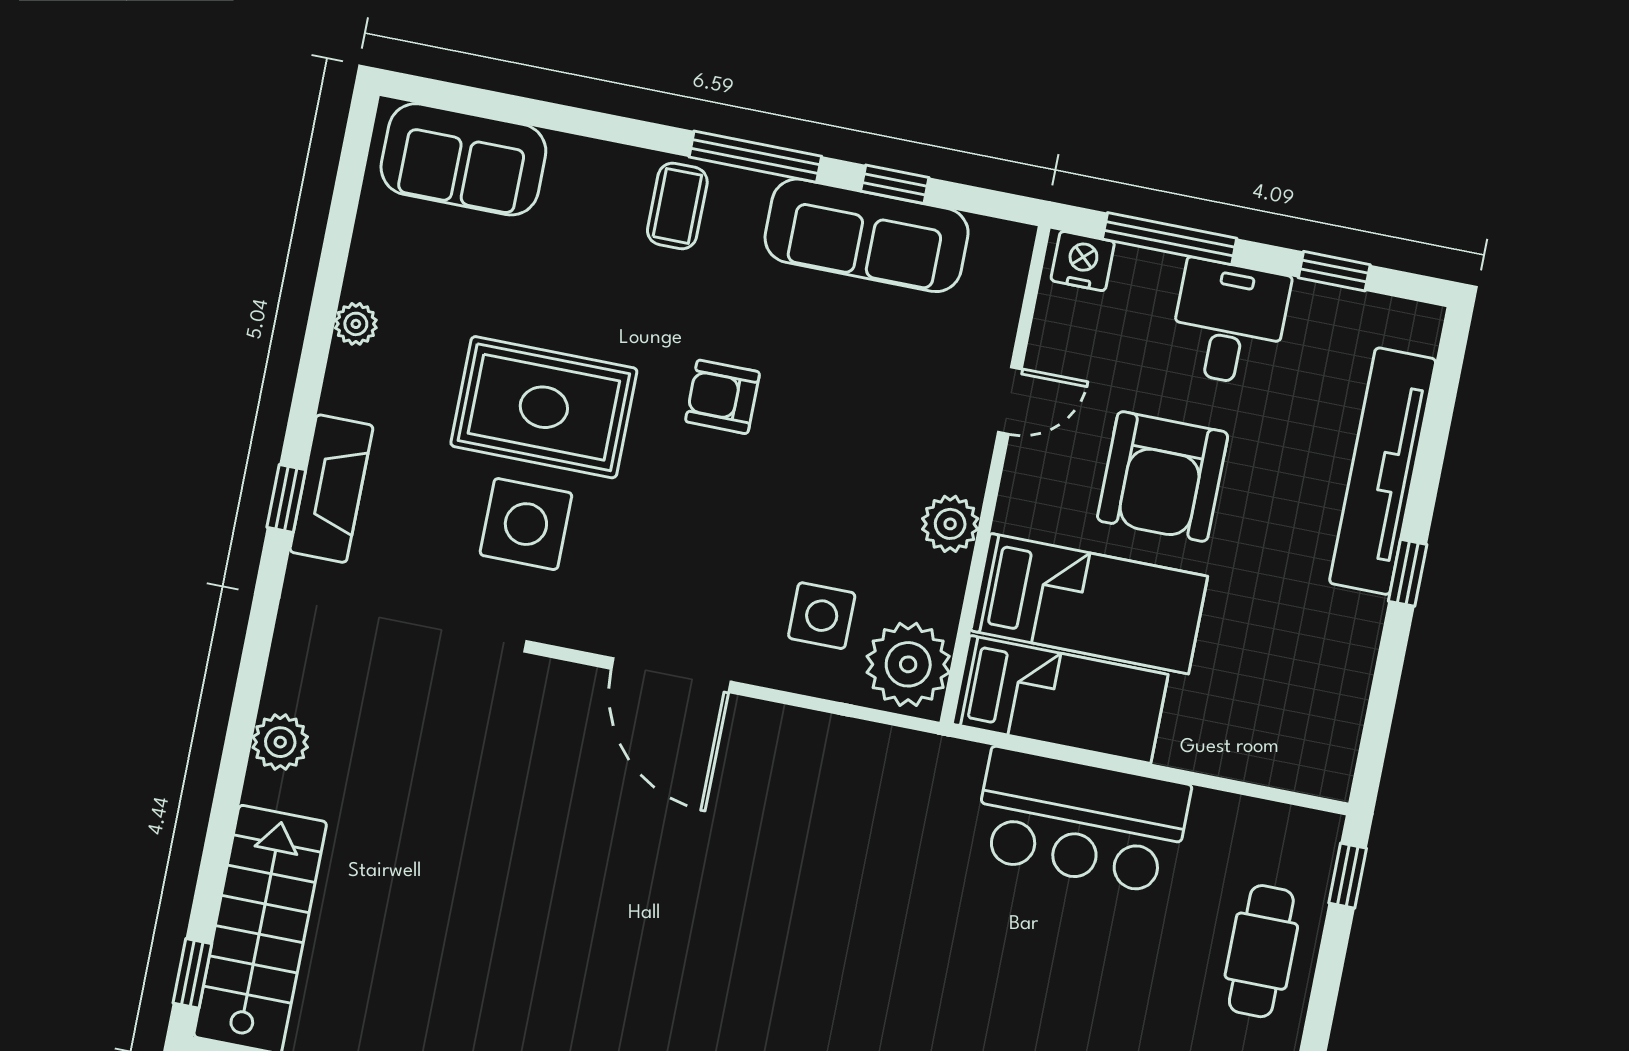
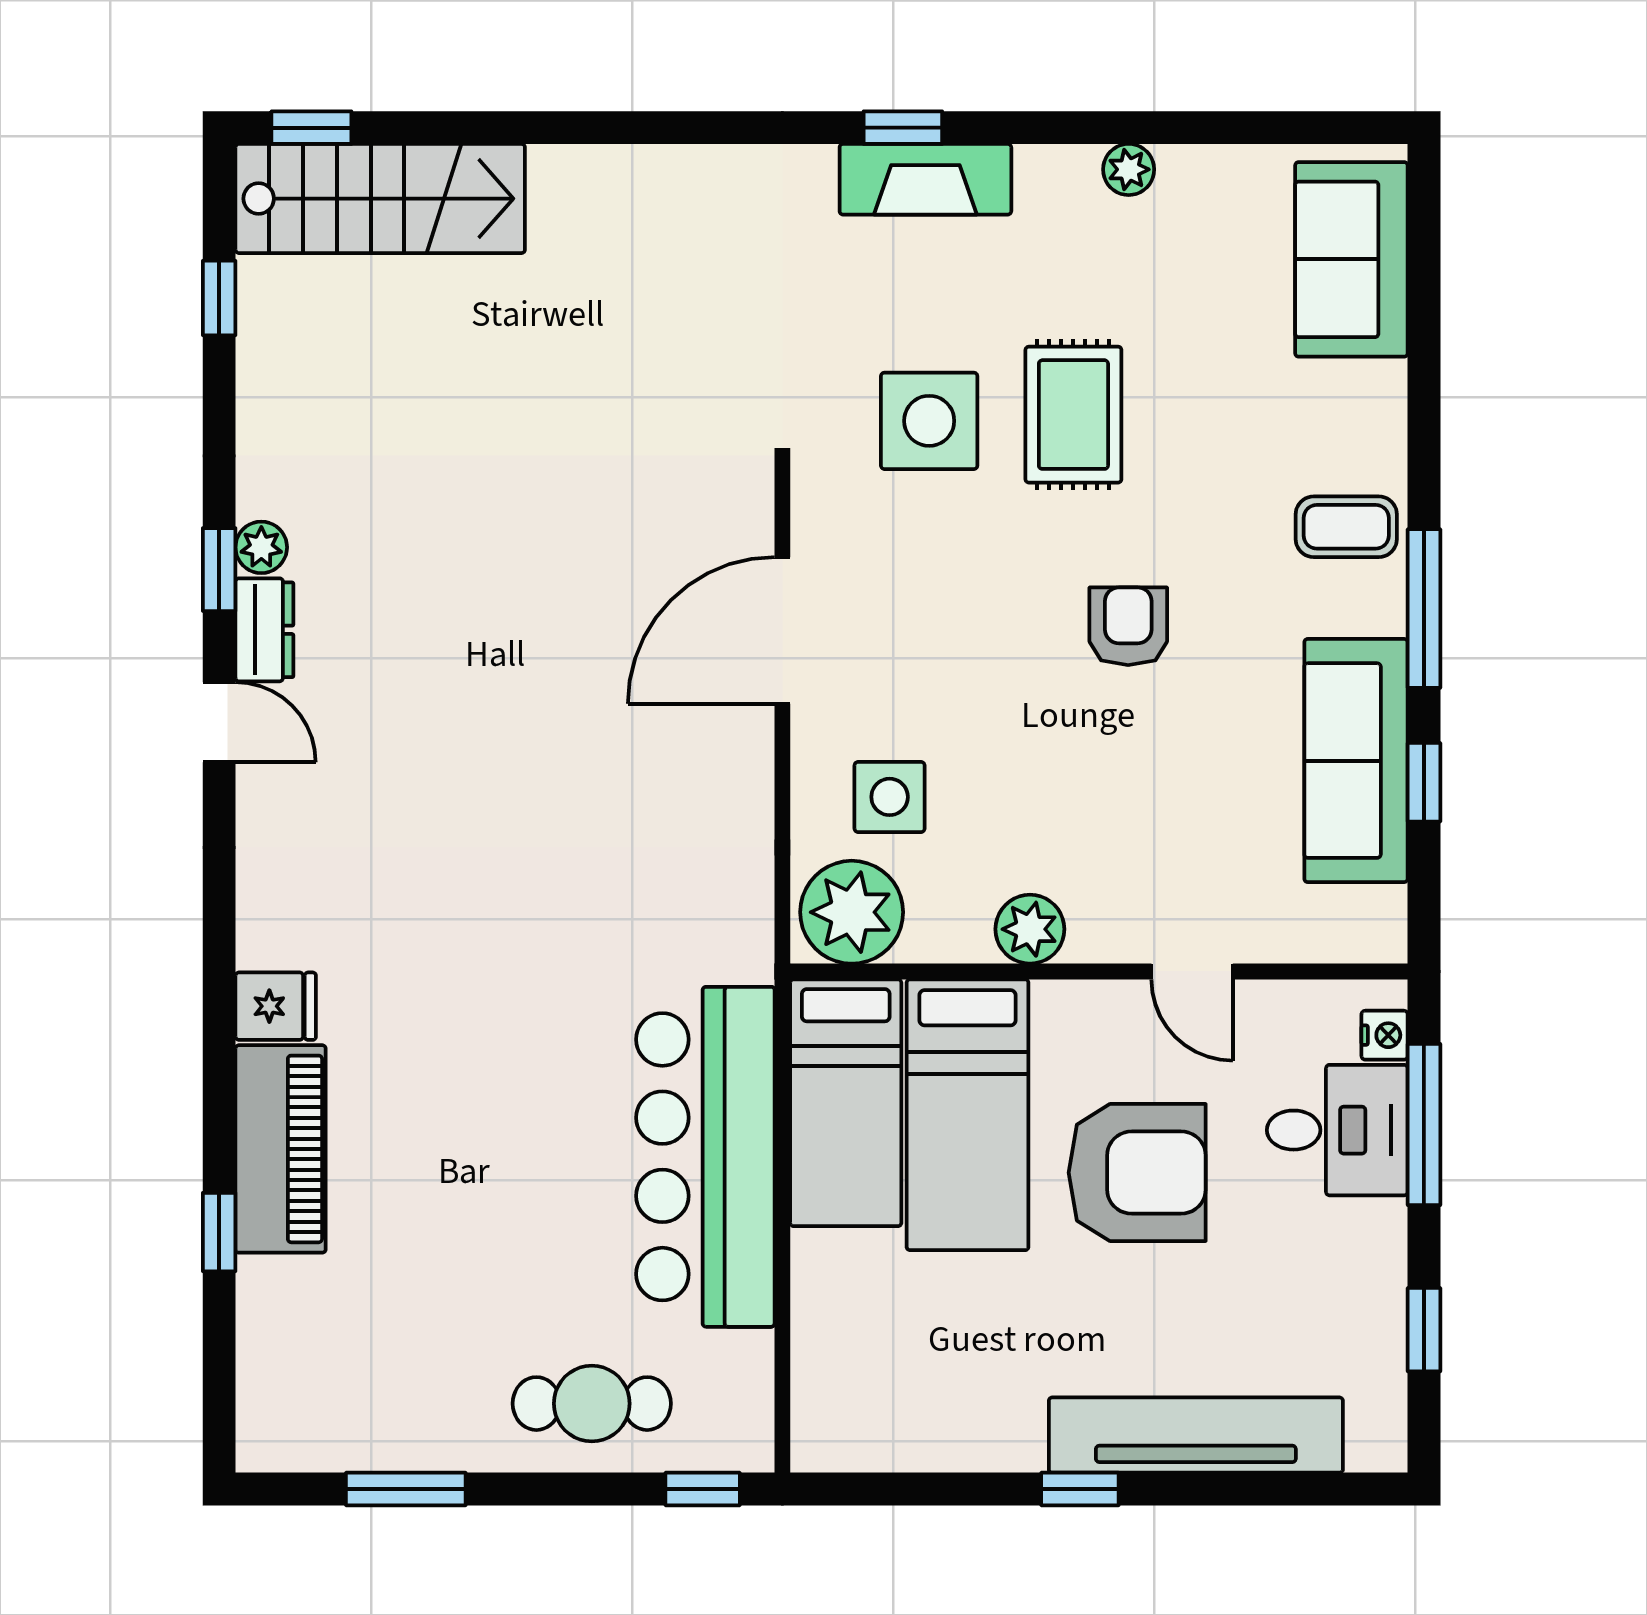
nightstand: (1083, 261) -> (1385, 1035), width x0.72, depth x0.74
desk: (1229, 323) -> (1337, 1130), moved
rug: (544, 407) -> (1073, 415), width x0.73, depth x0.70
armchair: (1163, 477) -> (1137, 1173), turned 180
plant: (280, 742) -> (610, 178), removed
bar counter: (1081, 821) -> (705, 1157), width x1.36

